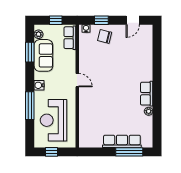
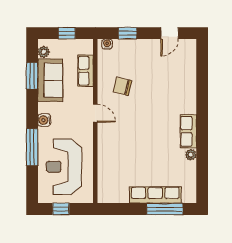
chair: (105, 36) -> (122, 86), moved
row of seats: (70, 38) -> (86, 71), moved

